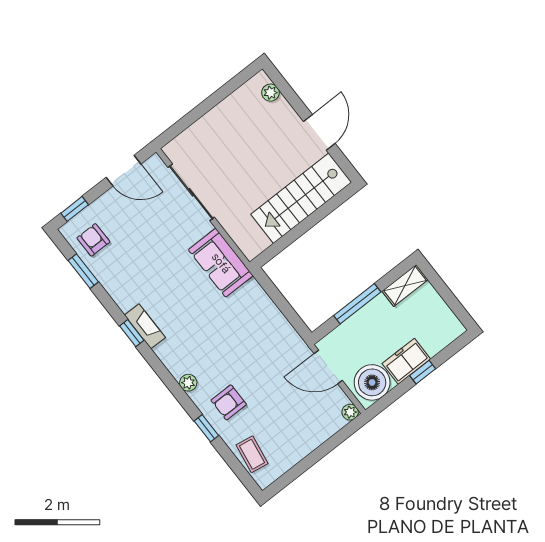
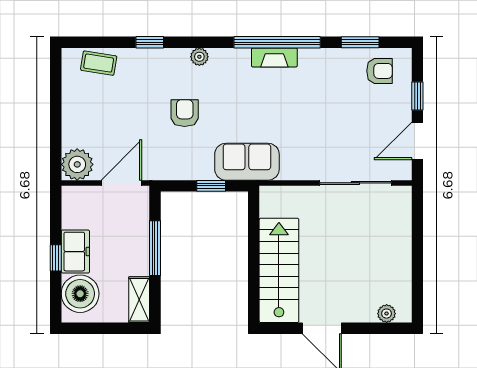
window: (75, 209) -> (417, 96), moved
sofa: (221, 263) -> (247, 162), moved
window: (278, 298) -> (211, 186), added
window: (132, 333) -> (277, 42), width x3.17
boiler: (372, 382) -> (80, 294), moved
armchair: (229, 402) -> (185, 113), moved
plant: (350, 412) -> (77, 164), width x1.88, depth x1.88

